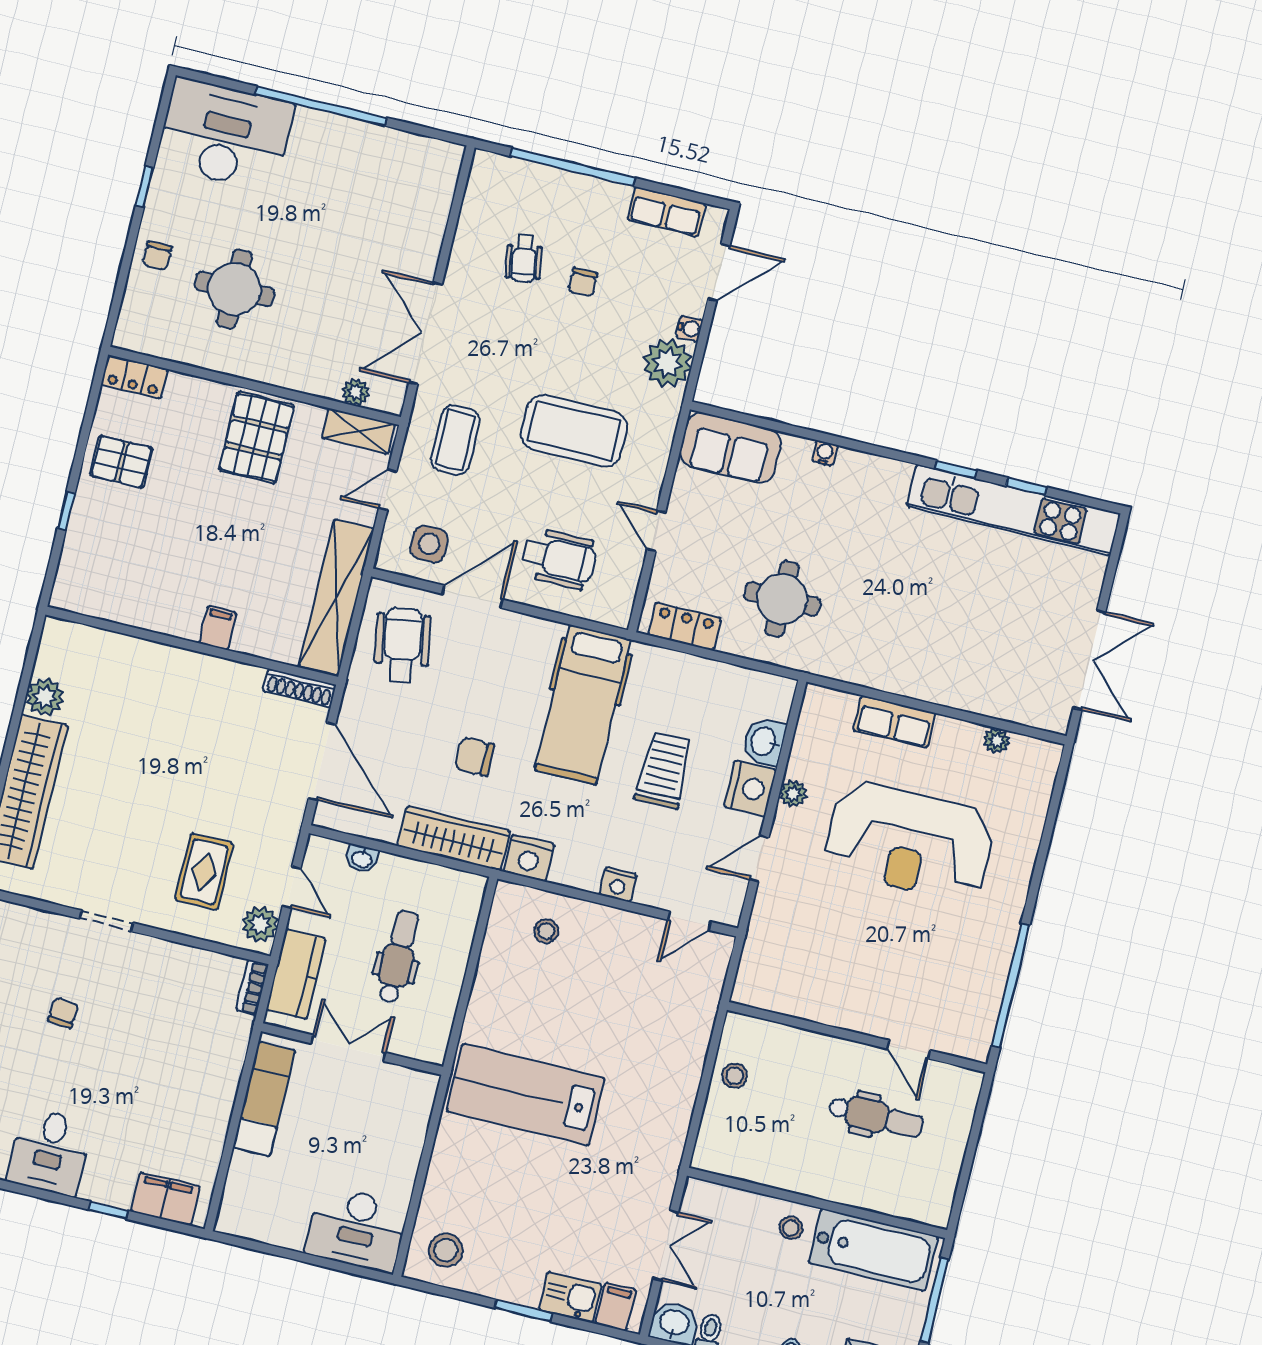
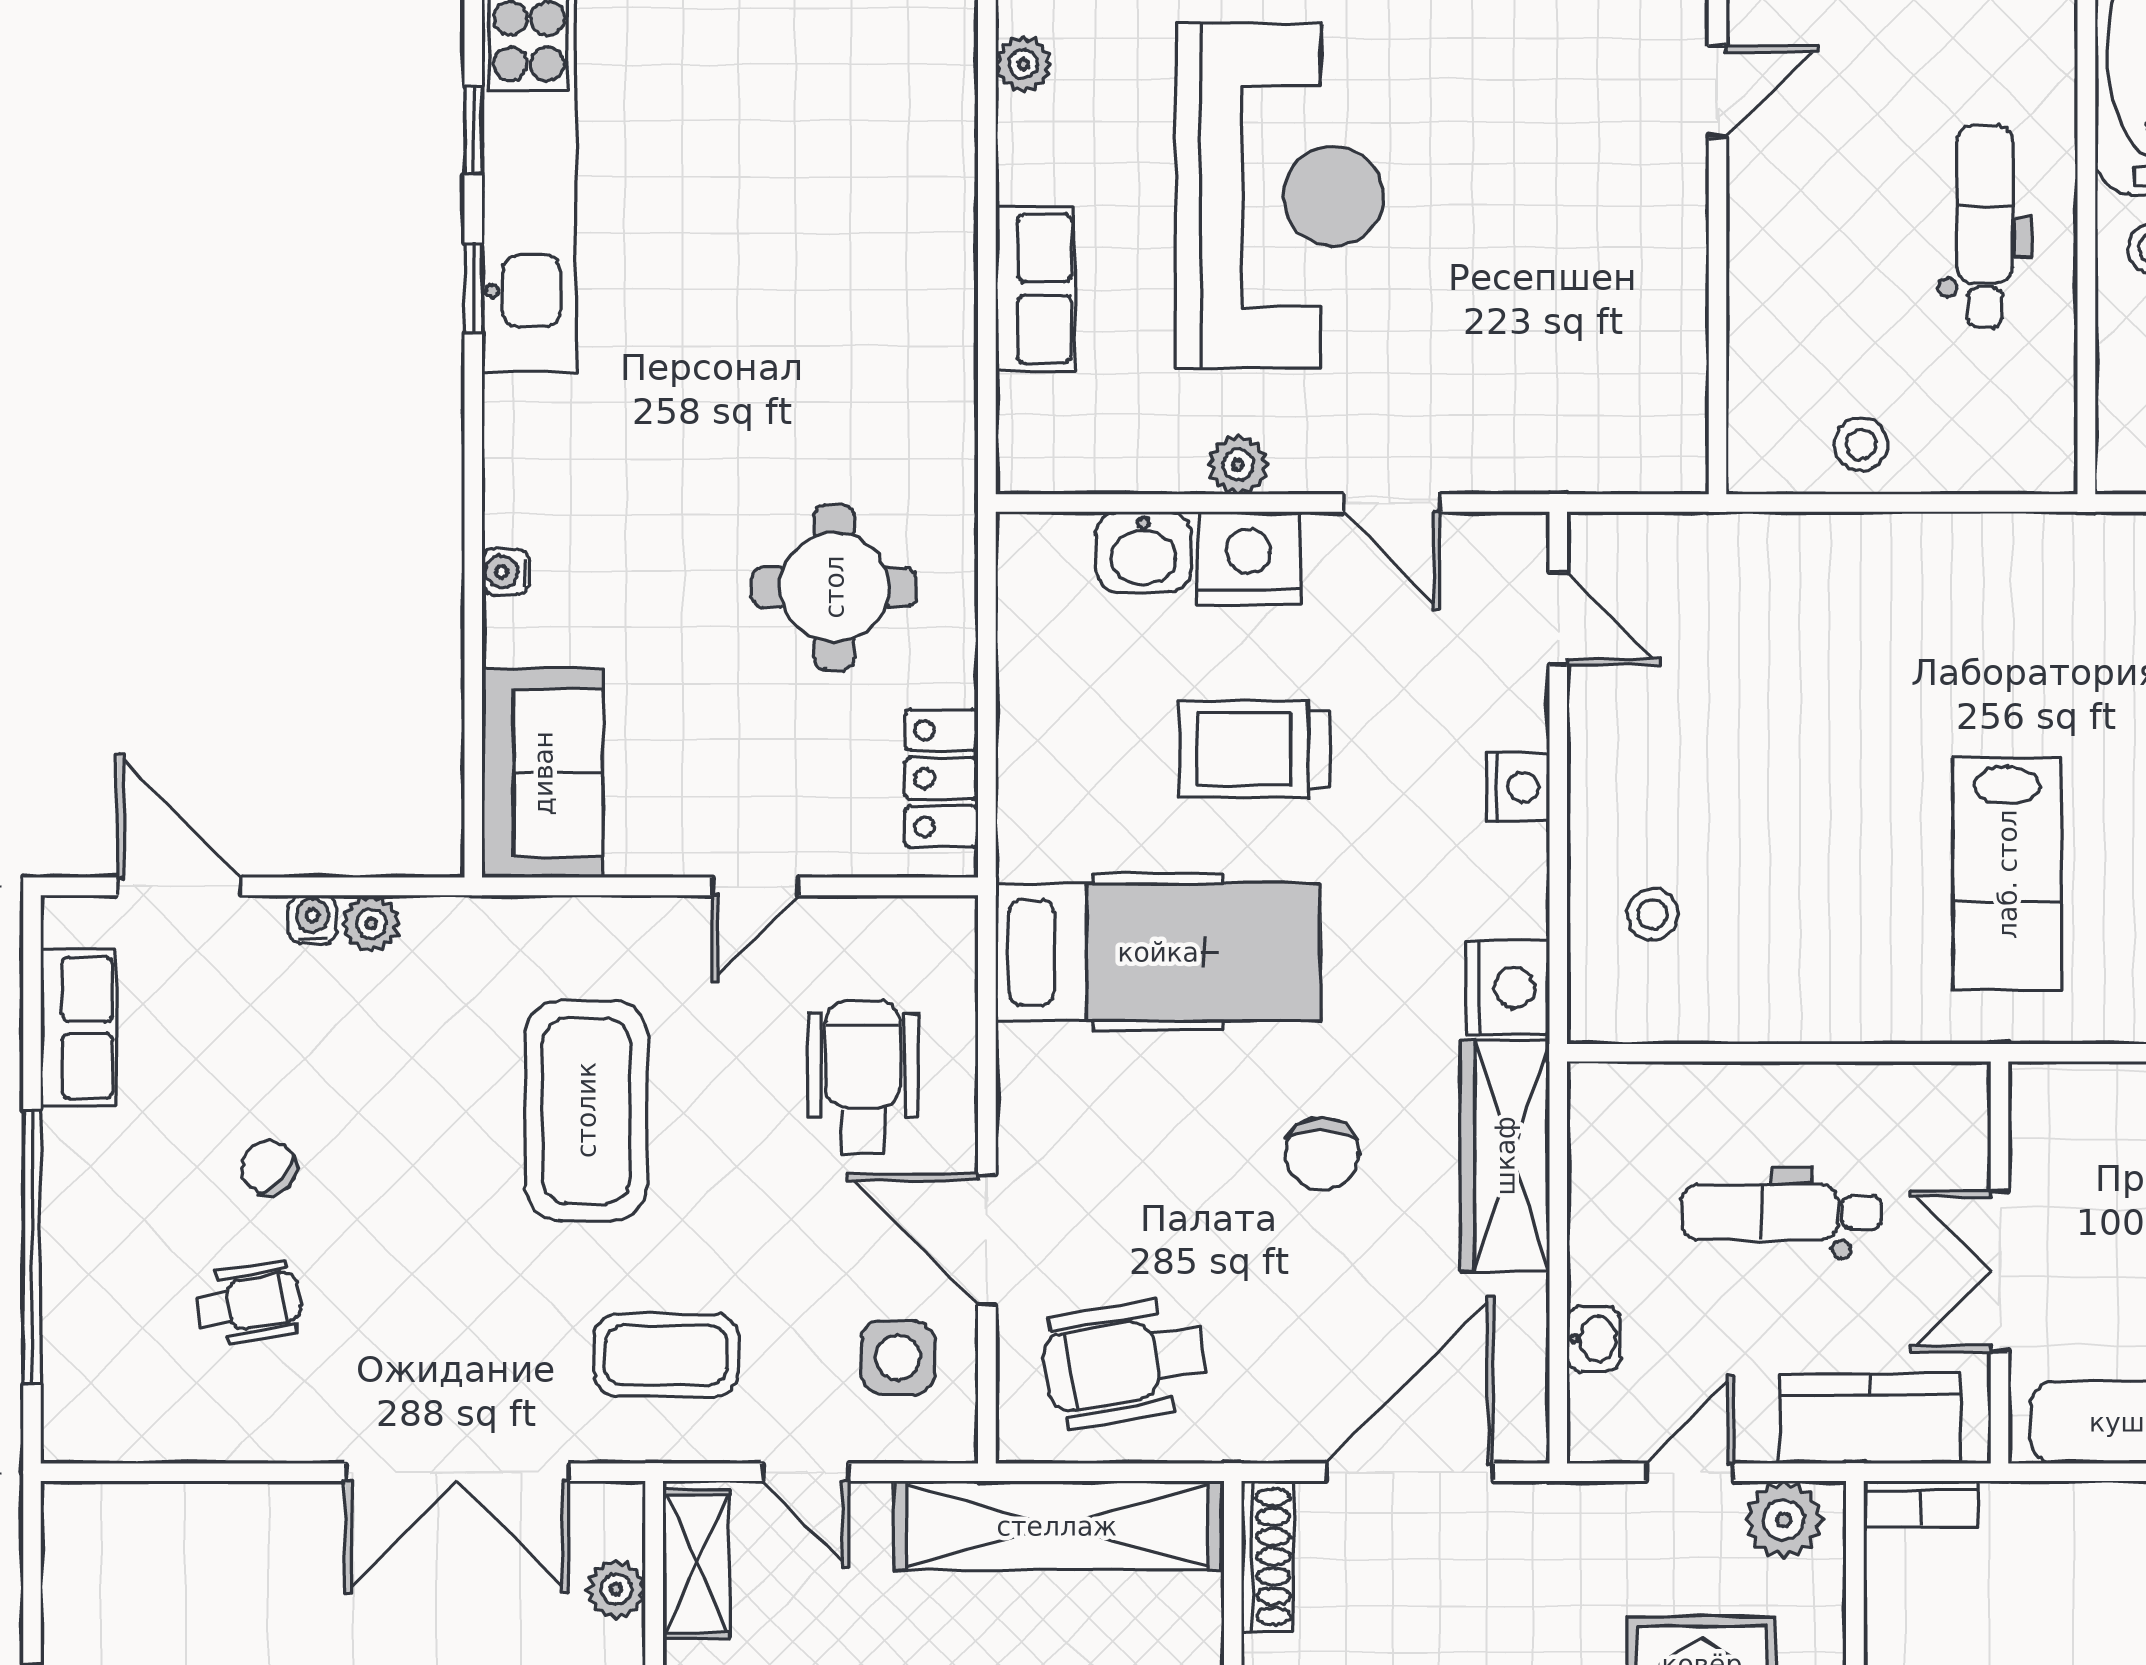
chair: (583, 282) -> (269, 1168), turned -137
plant: (667, 363) -> (371, 924), width x0.53, depth x0.53
lab bench: (526, 1095) -> (2007, 874), width x0.73, depth x0.72
dental chair: (876, 1117) -> (1985, 226), moved

